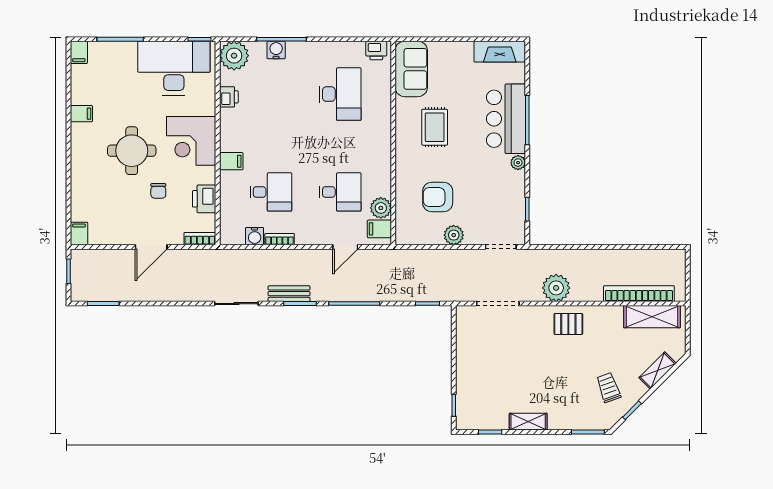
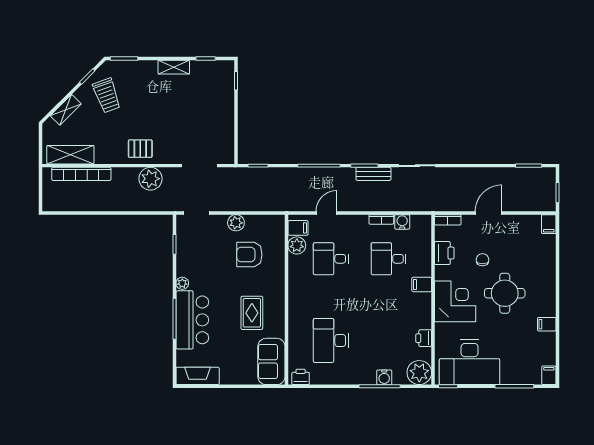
armchair: (438, 197) -> (249, 255), turned 180
trolley: (609, 388) -> (107, 95), width x1.36, depth x1.39

